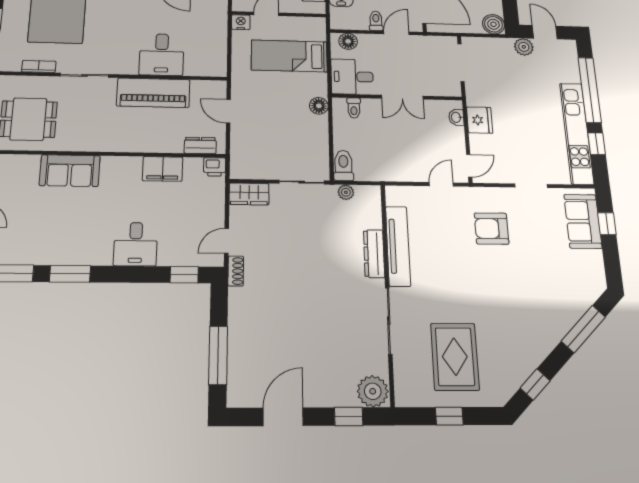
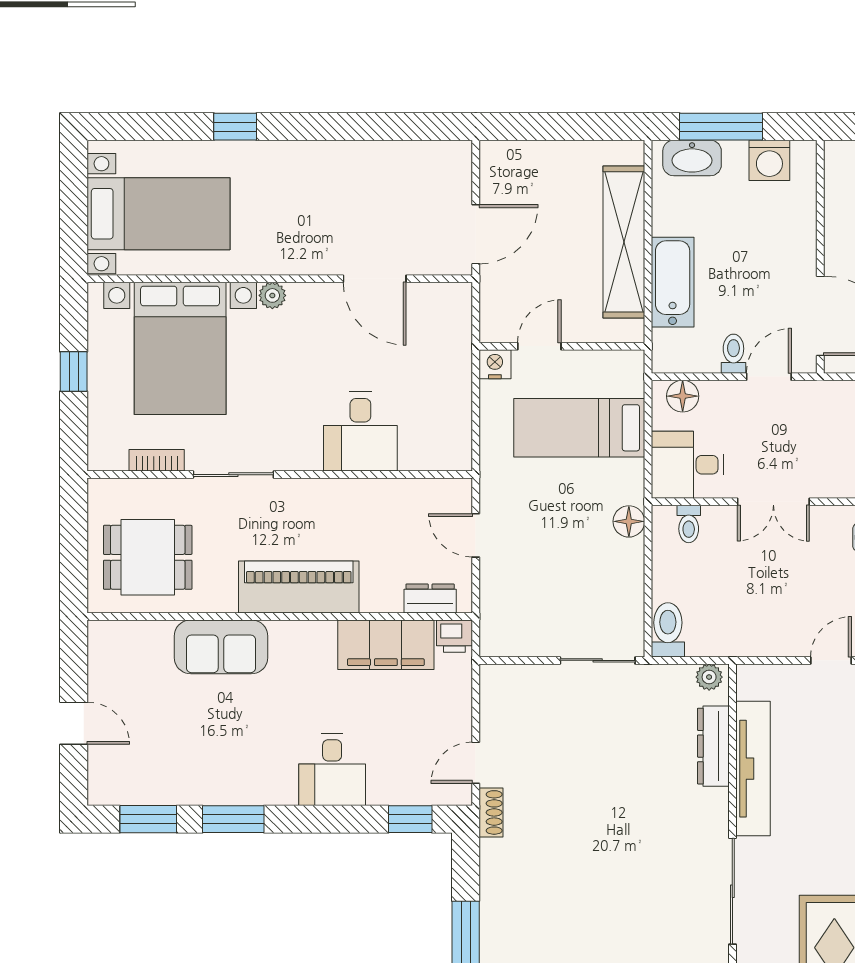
piano: (153, 93) -> (299, 587), moved, turned 180
filing cabinet: (163, 169) -> (386, 645), width x1.50, depth x1.17
plant: (346, 192) -> (709, 677), moved
wardrobe: (249, 194) -> (511, 682), removed
dresser: (374, 254) -> (713, 746), moved

